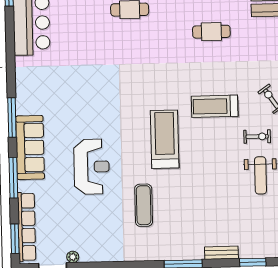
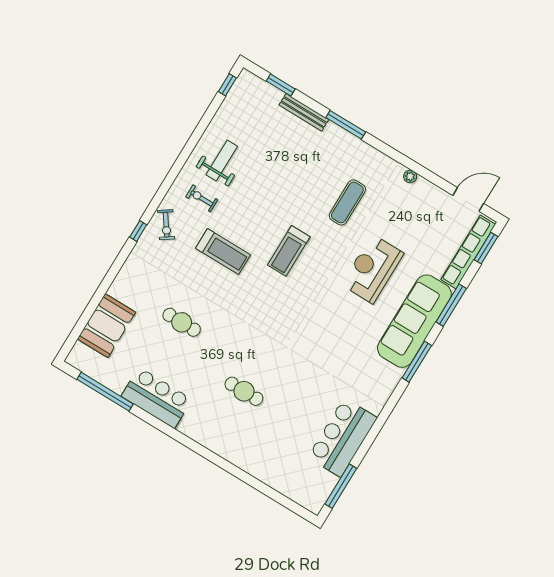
treadmill: (165, 139) -> (289, 251), width x0.73, depth x0.73
sofa: (30, 148) -> (414, 321), width x1.36, depth x1.27
bench: (221, 253) -> (304, 112), width x1.36
plant: (73, 257) -> (410, 176), moved

